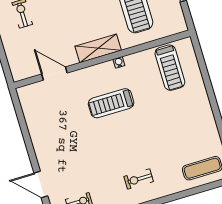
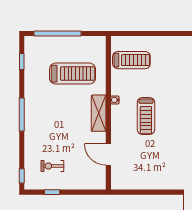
door: (54, 73) -> (108, 154), hinge flipped

